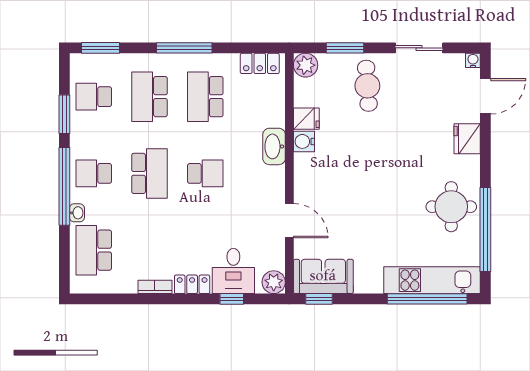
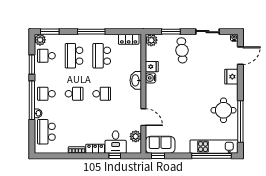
plant: (81, 64) -> (40, 40), added
school desk: (149, 173) -> (74, 94), width x0.54
plant: (274, 282) -> (136, 136), moved

